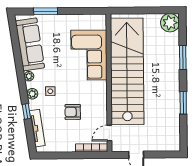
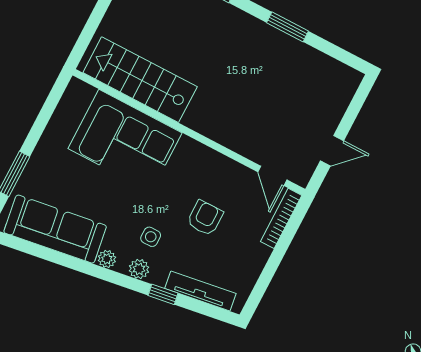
stairs: (127, 71) -> (140, 80), width x0.54, depth x0.66
armchair: (73, 112) -> (205, 218), turned 180

